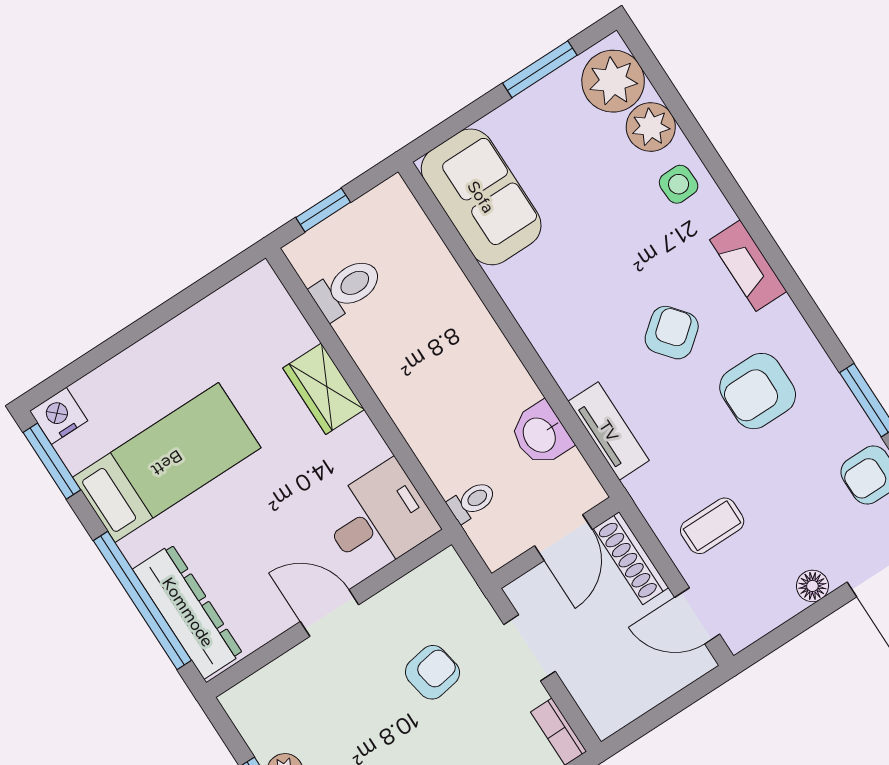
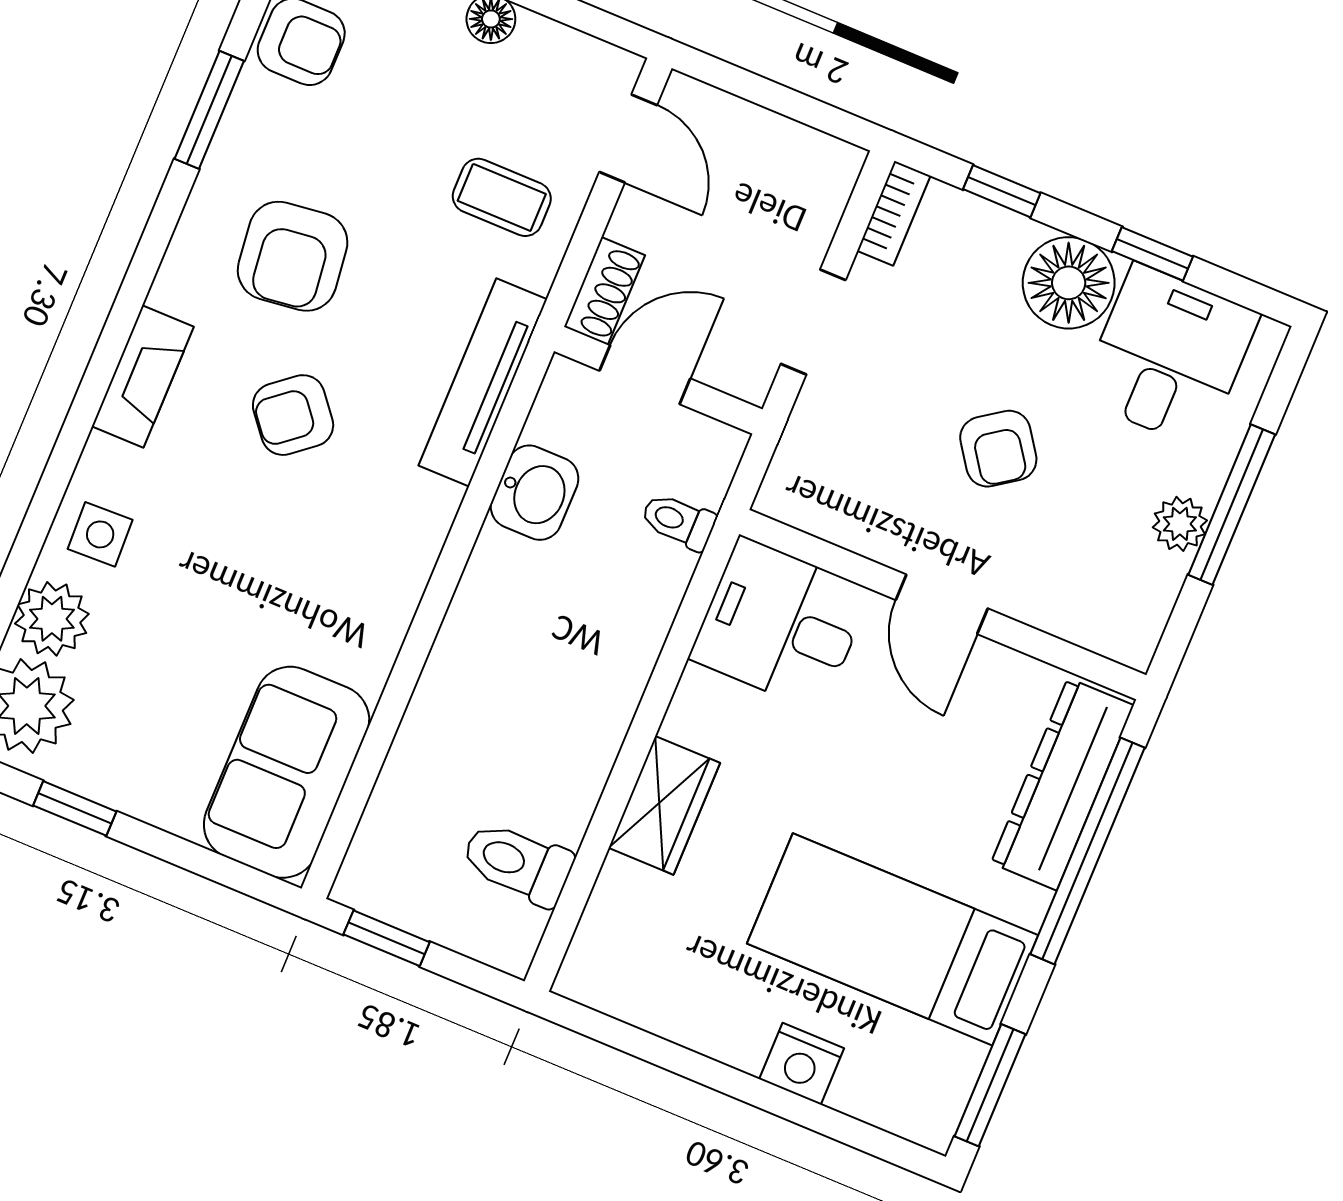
window: (540, 69) -> (75, 808), width x0.67
window: (323, 210) -> (387, 938), moved
armchair: (758, 391) -> (293, 256), turned 83
nightstand: (59, 416) -> (802, 1064), moved
tv unit: (609, 431) -> (483, 382), width x1.41
shoe rack: (631, 558) -> (604, 291), width x0.70
armchair: (432, 672) -> (998, 449), moved, turned -115

